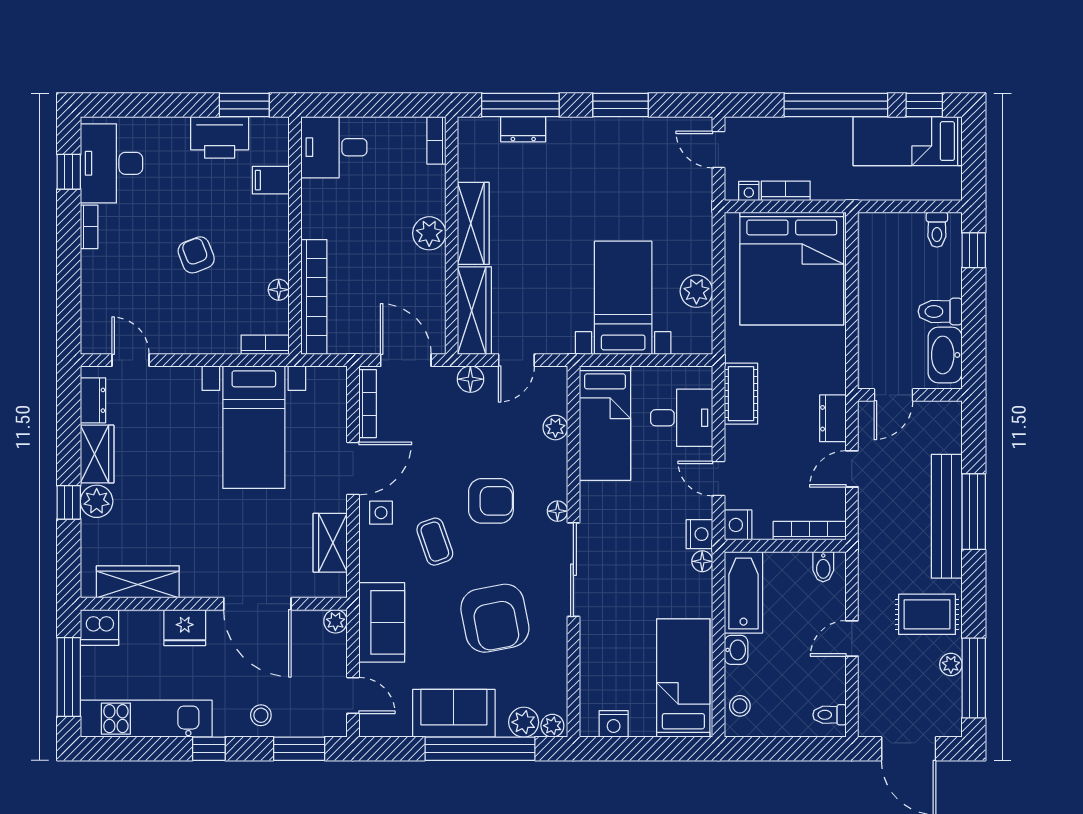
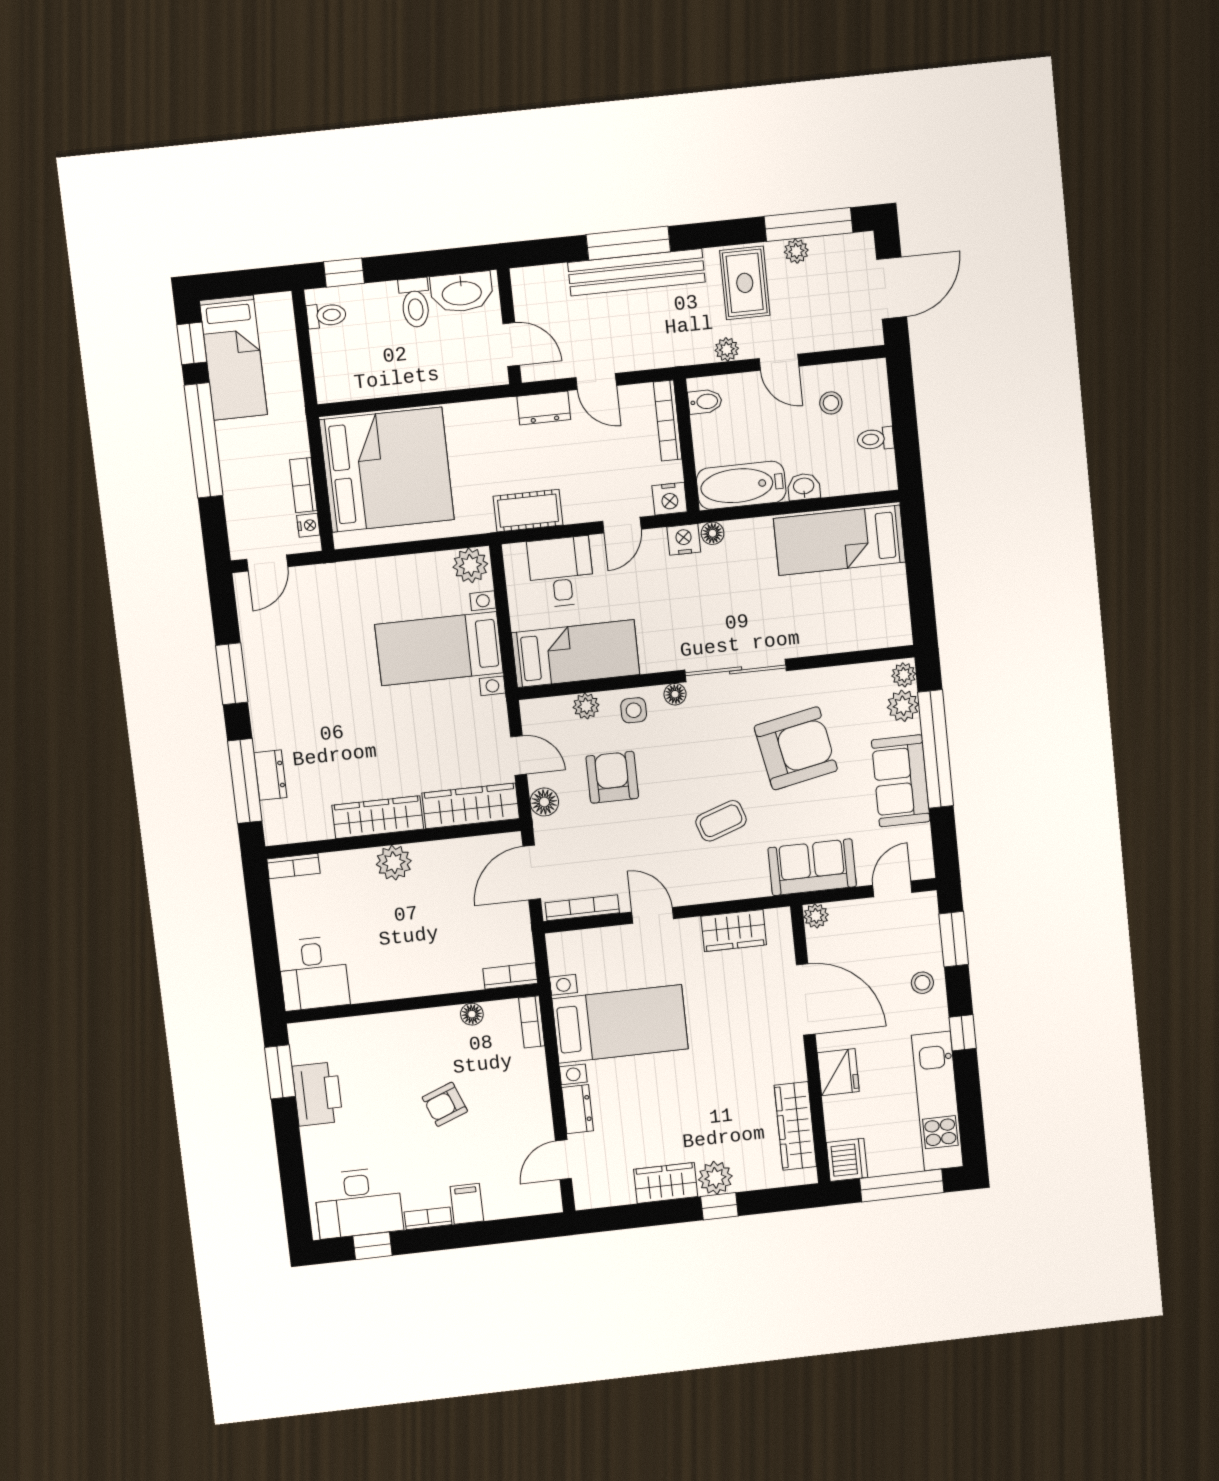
filing cabinet: (271, 180) -> (467, 1204), moved, turned 180
plant: (696, 291) -> (470, 565), moved
bookcase: (314, 297) -> (510, 976), width x0.43, depth x0.76
dresser: (93, 400) -> (578, 1109), moved, turned 90
door: (353, 468) -> (653, 915), width x0.73
armchair: (491, 501) -> (612, 777), moved
side table: (381, 513) -> (634, 710), moved
plant: (869, 592) -> (727, 349), added
door: (257, 604) -> (806, 999), hinge flipped
stool: (740, 706) -> (831, 403), moved
toilet: (829, 715) -> (875, 439), moved, turned 90
nightstand: (614, 724) -> (896, 610), removed

